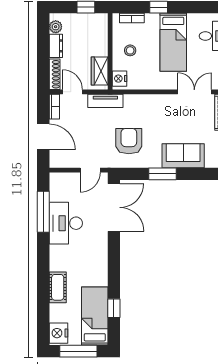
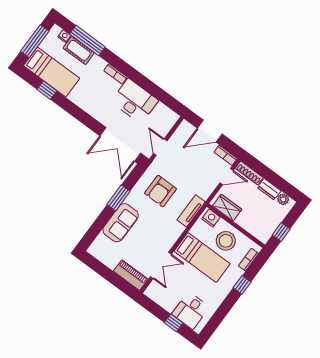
bed: (173, 42) -> (202, 257), moved, turned 180
stool: (130, 50) -> (226, 241), width x1.89, depth x1.89
tv unit: (105, 101) -> (191, 211), moved
armchair: (129, 141) -> (160, 191), turned 90
window: (43, 212) -> (87, 41), moved
bookcase: (54, 258) -> (116, 74), added
cot: (58, 287) -> (79, 50), moved
nightstand: (58, 333) -> (64, 36), width x0.53, depth x0.56

